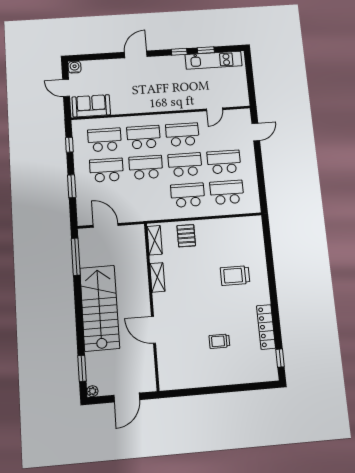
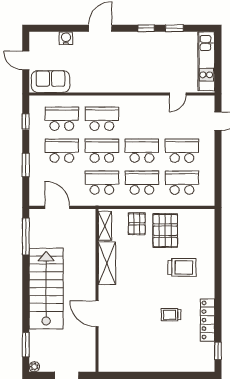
kitchen unit: (214, 60) -> (206, 61), moved, turned 90
water cooler: (75, 67) -> (66, 38), moved
school desk: (182, 135) -> (102, 183), moved
pallet: (215, 240) -> (165, 231), added
trolley: (235, 276) -> (182, 267), turned 180
shelving: (157, 277) -> (107, 263), width x1.50, depth x1.33
trolley: (219, 341) -> (171, 315), moved

